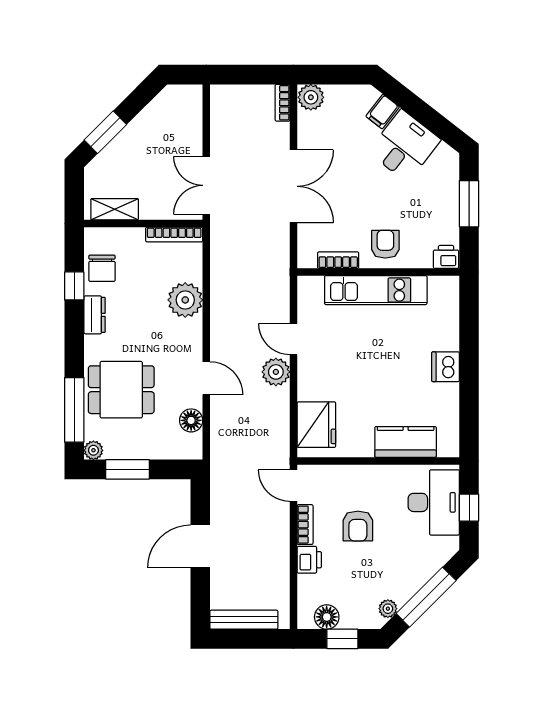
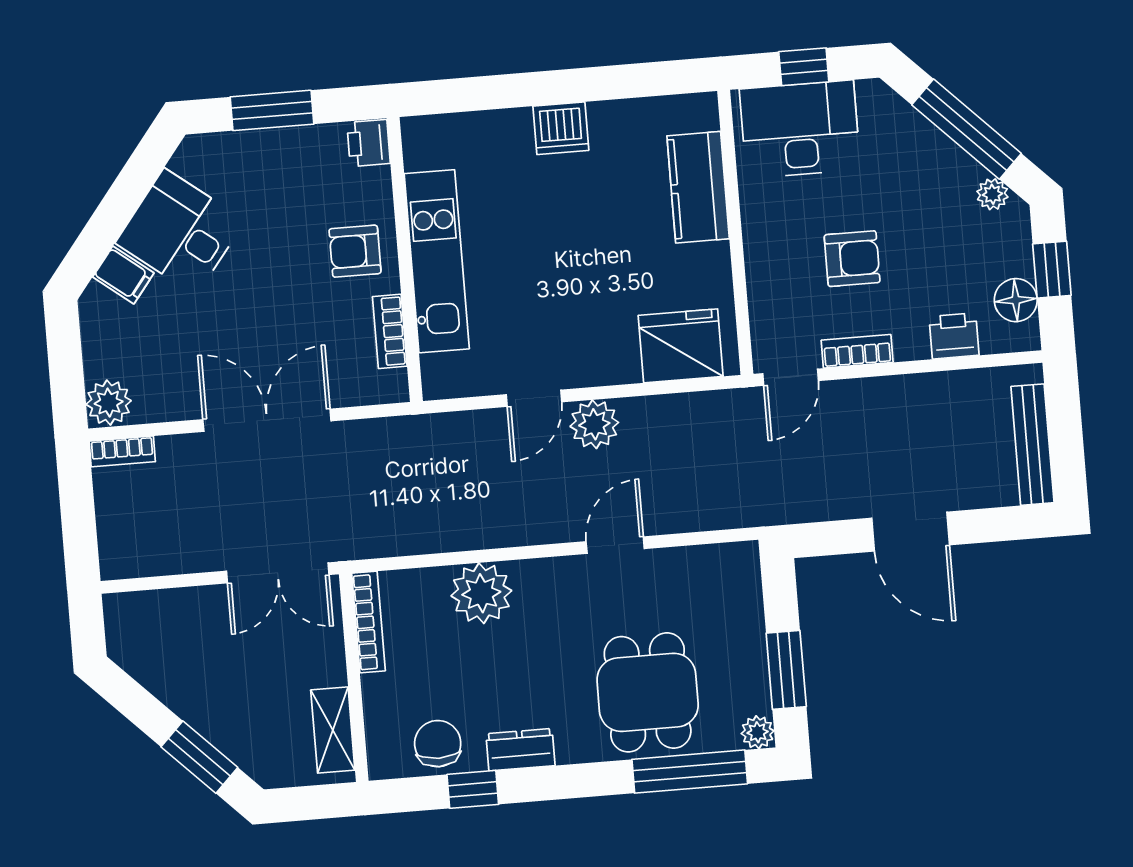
chair: (102, 268) -> (438, 744), turned -90
floor lamp: (191, 420) -> (691, 566), removed
printer: (309, 560) -> (954, 336), moved

